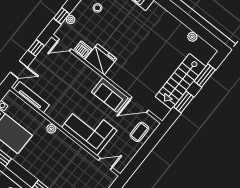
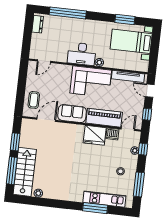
door: (19, 70) -> (150, 91), hinge flipped
piano: (81, 71) -> (104, 118), added
window: (205, 76) -> (12, 171), width x1.44
stairs: (181, 82) -> (25, 172), moved
corner sofa: (89, 129) -> (91, 82), moved
desk: (64, 148) -> (82, 54), added

